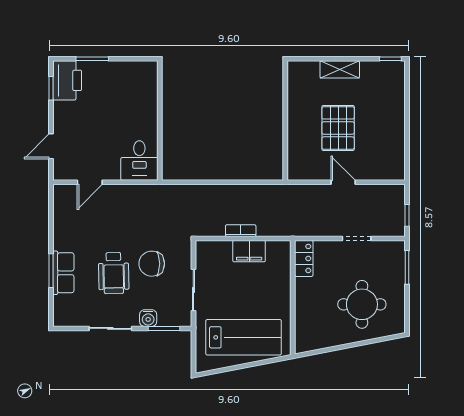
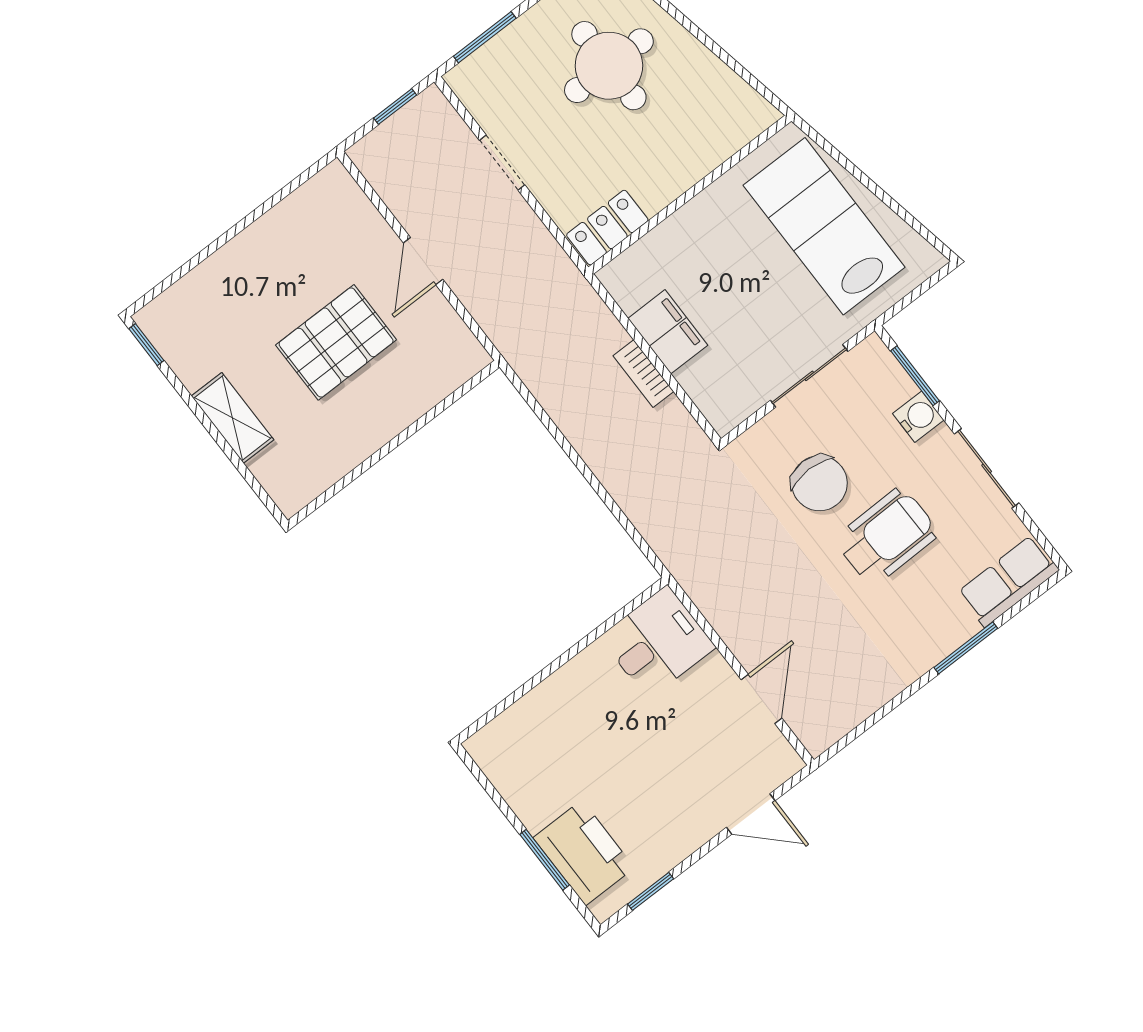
printer: (67, 80) -> (584, 853), moved, turned 90
door: (90, 182) -> (762, 699), hinge flipped
row of seats: (63, 273) -> (1008, 581), moved

